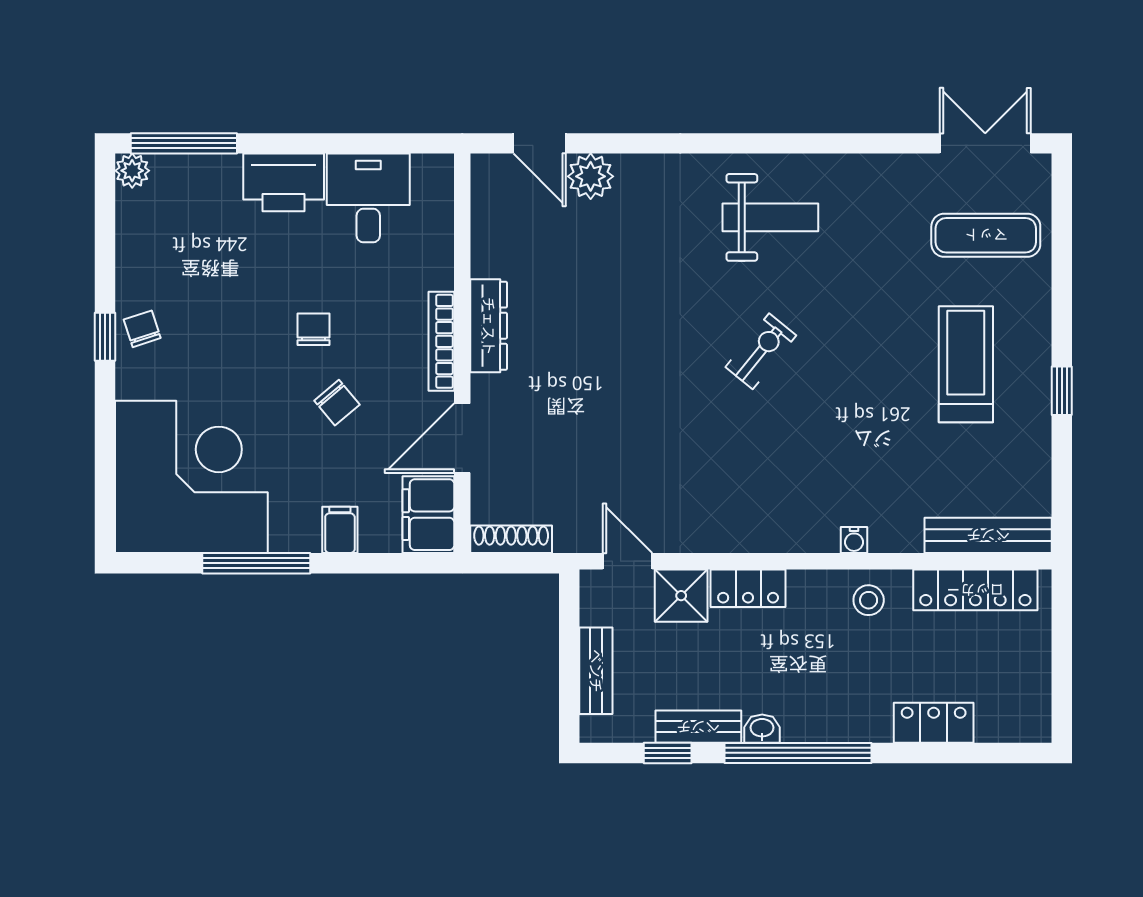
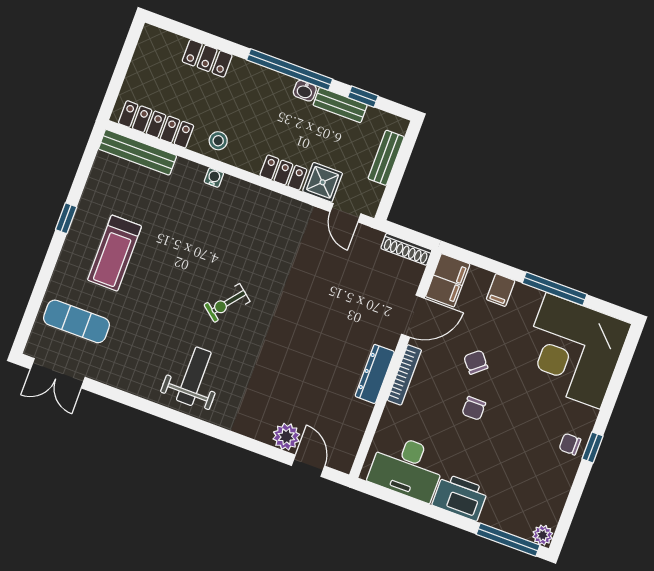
desk: (368, 198) -> (407, 467), width x1.37
weight bench: (770, 217) -> (194, 376), turned 90
chair: (142, 329) -> (570, 444), turned 108

